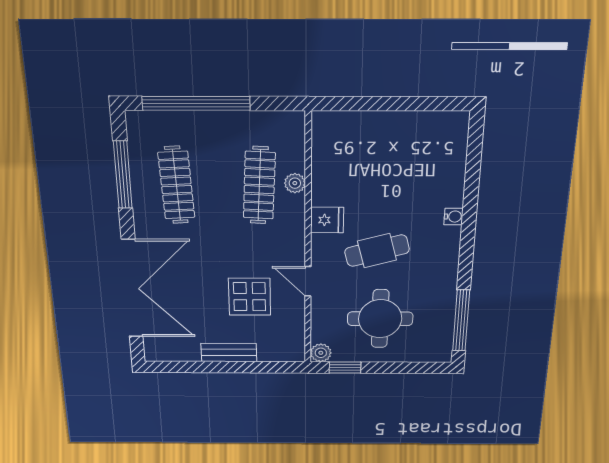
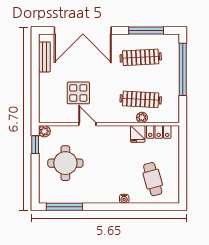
locker: (324, 151) -> (159, 132), added
fridge: (327, 220) -> (138, 134), moved
cafe table: (377, 251) -> (153, 179), moved
door: (308, 281) -> (87, 124), hinge flipped
bench: (229, 352) -> (44, 57), moved

